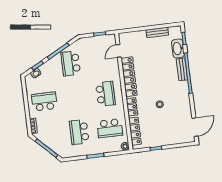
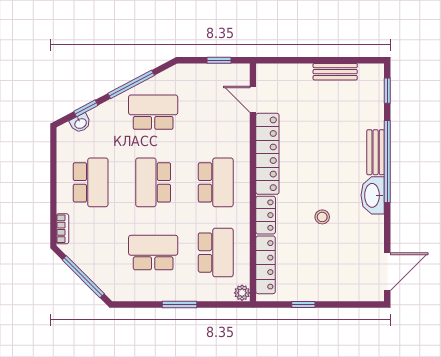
washbasin: (178, 48) -> (373, 195), moved
door: (119, 51) -> (253, 99), hinge flipped
school desk: (71, 63) -> (153, 112), turned 90
school desk: (75, 98) -> (153, 182), added
school desk: (44, 101) -> (91, 182), turned 90
school desk: (110, 128) -> (216, 253), turned -90
school desk: (79, 132) -> (153, 253), turned 90

